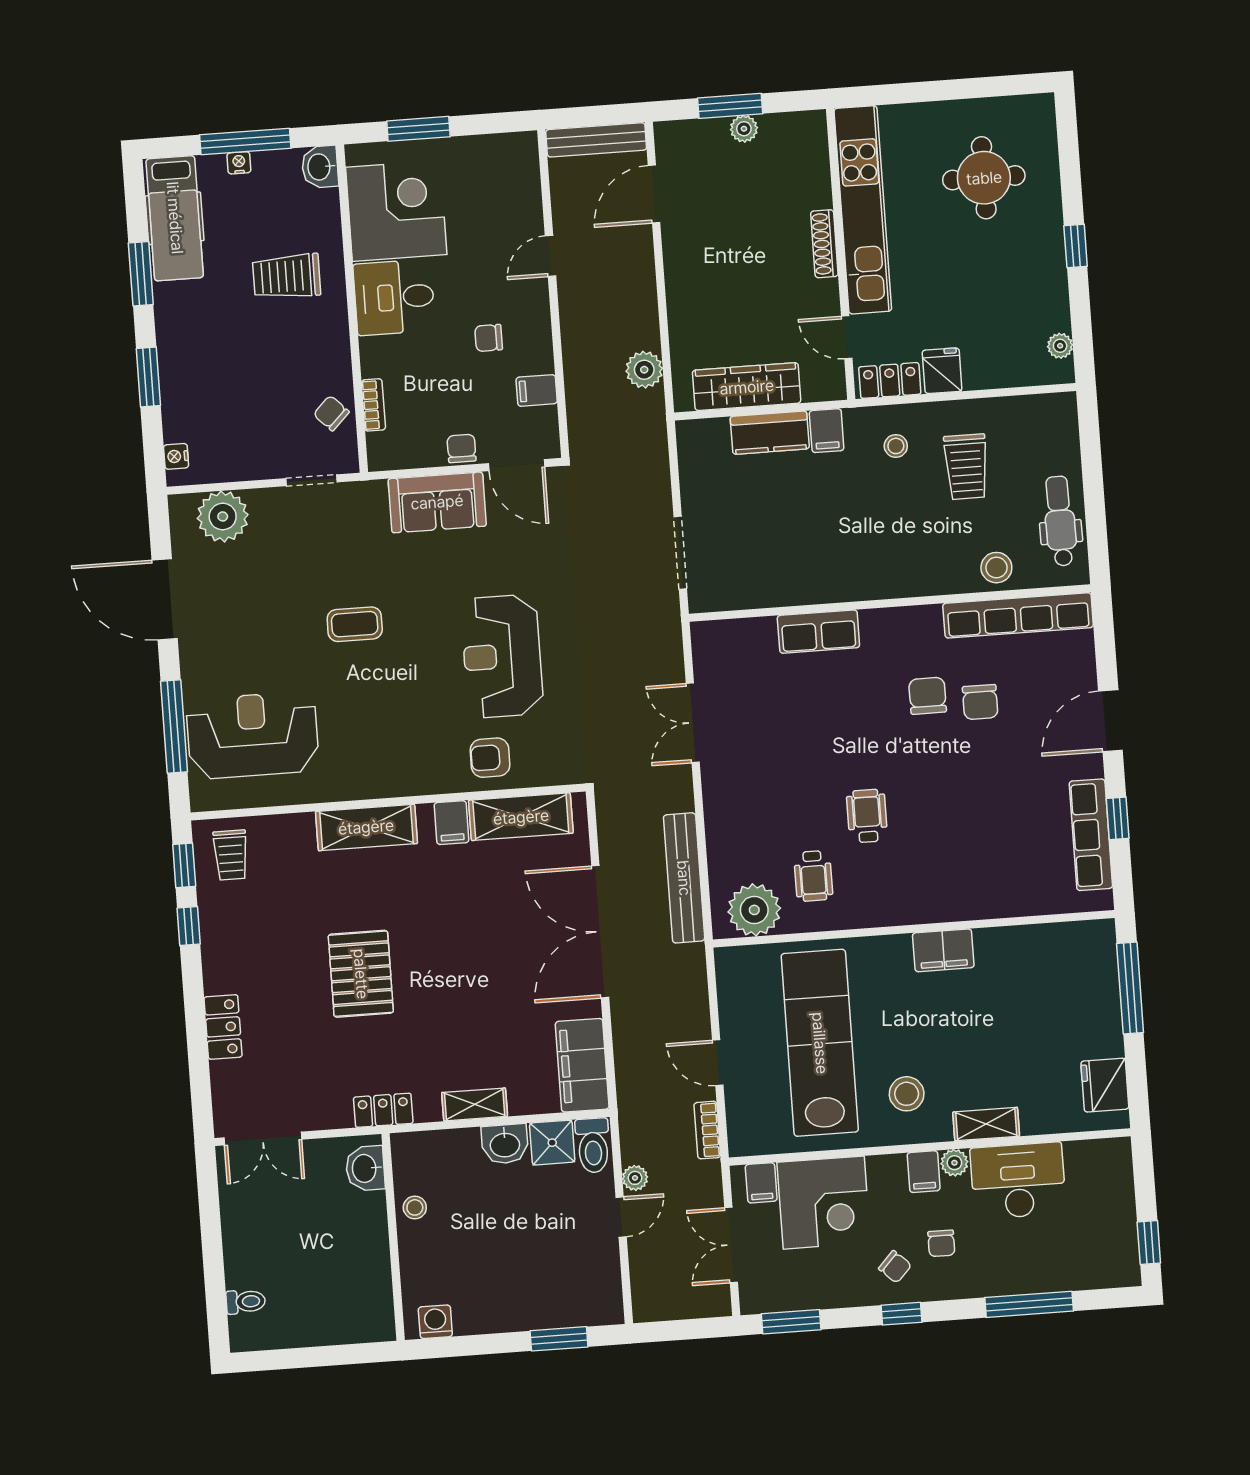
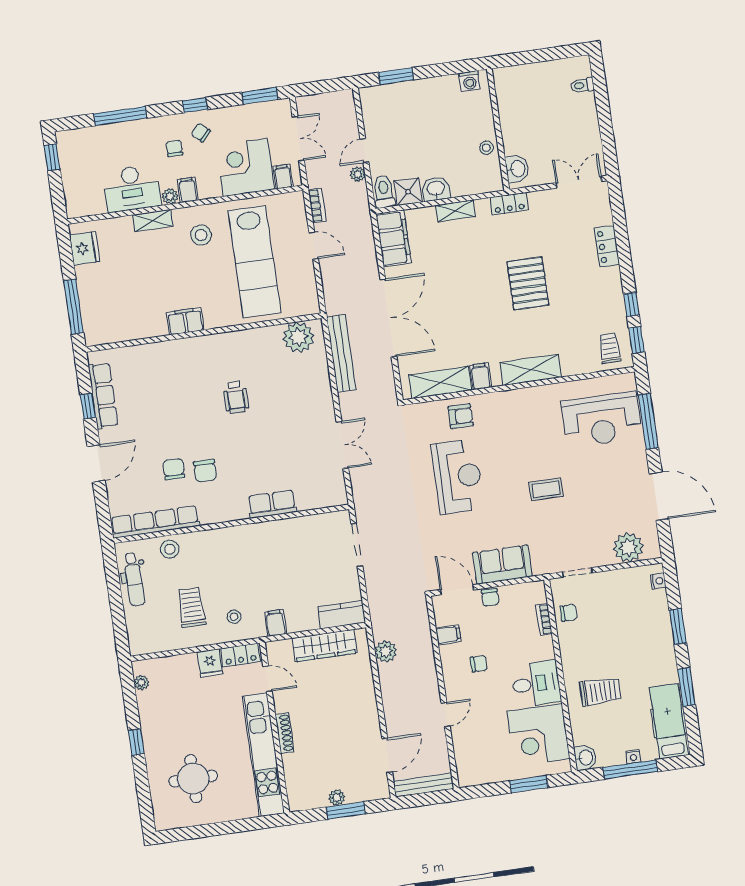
chair: (331, 413) -> (568, 613), turned -45
kitchen counter: (770, 433) -> (342, 615), moved
wheelchair: (813, 876) -> (265, 360), removed

